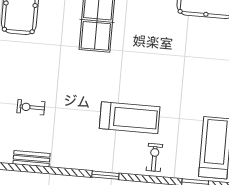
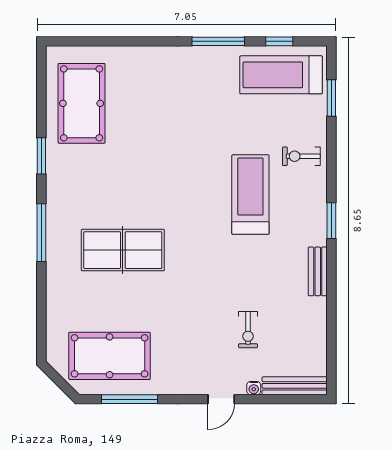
bench: (31, 159) -> (318, 271), moved

